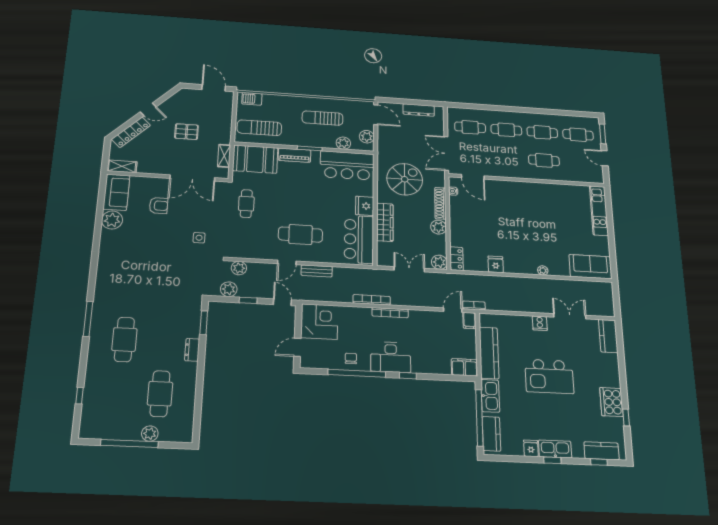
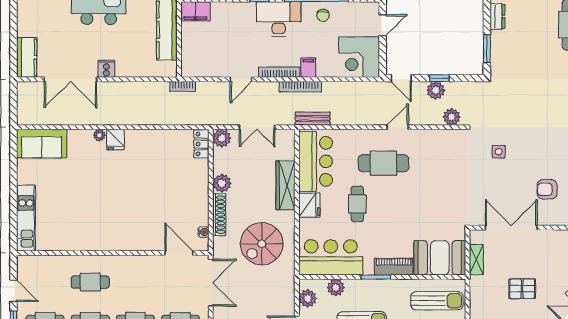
cafe table: (246, 204) -> (357, 204), moved
fridge: (496, 264) -> (115, 139), moved
bench: (317, 271) -> (313, 119), moved
plant: (229, 289) -> (436, 90), moved
door: (453, 310) -> (241, 79), moved
double door: (570, 316) -> (71, 79), width x1.37
filing cabinet: (469, 321) -> (308, 68), moved

